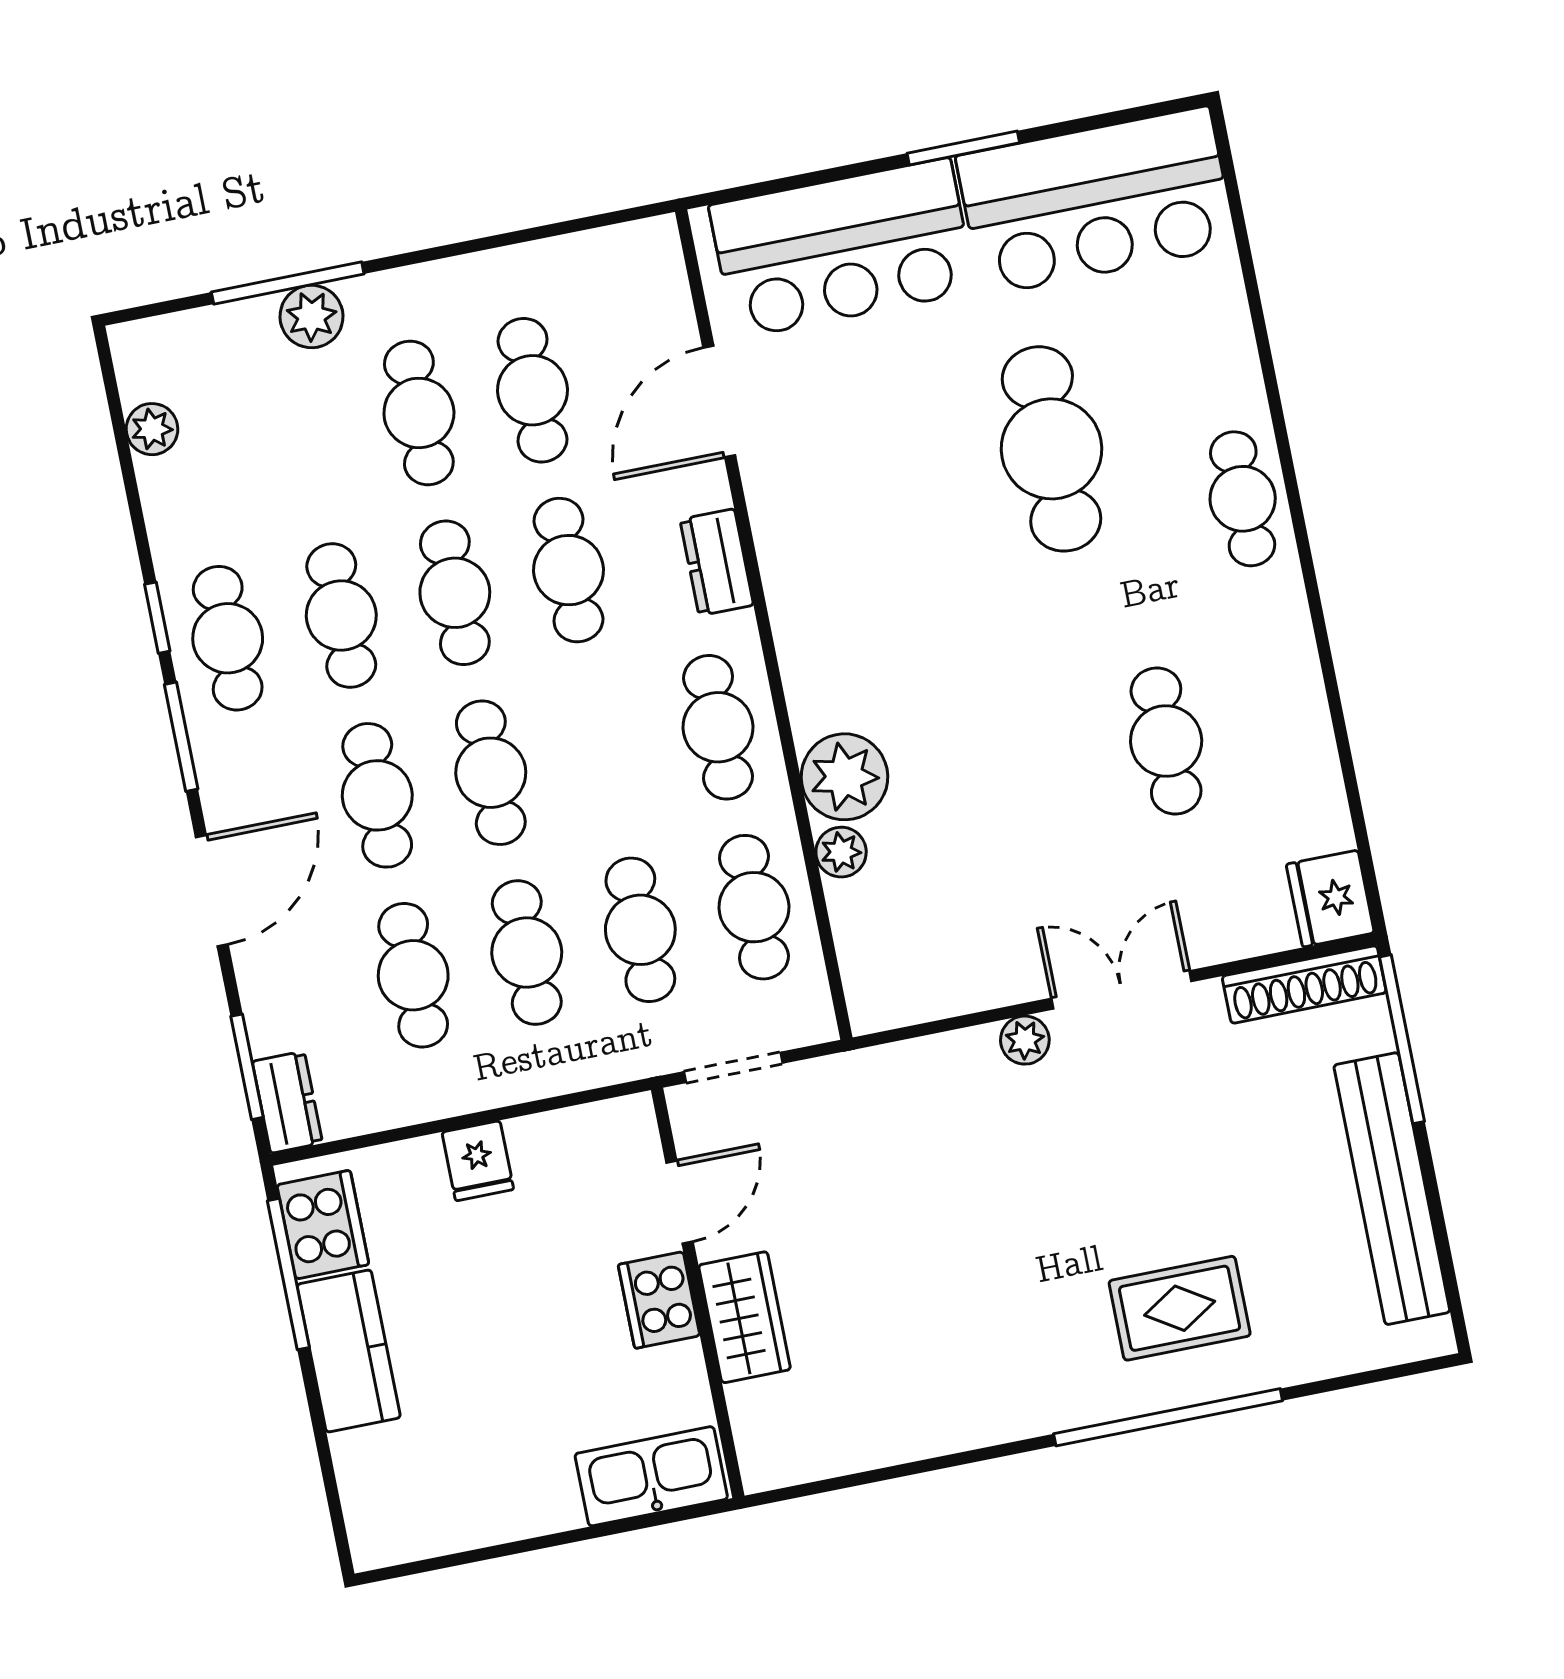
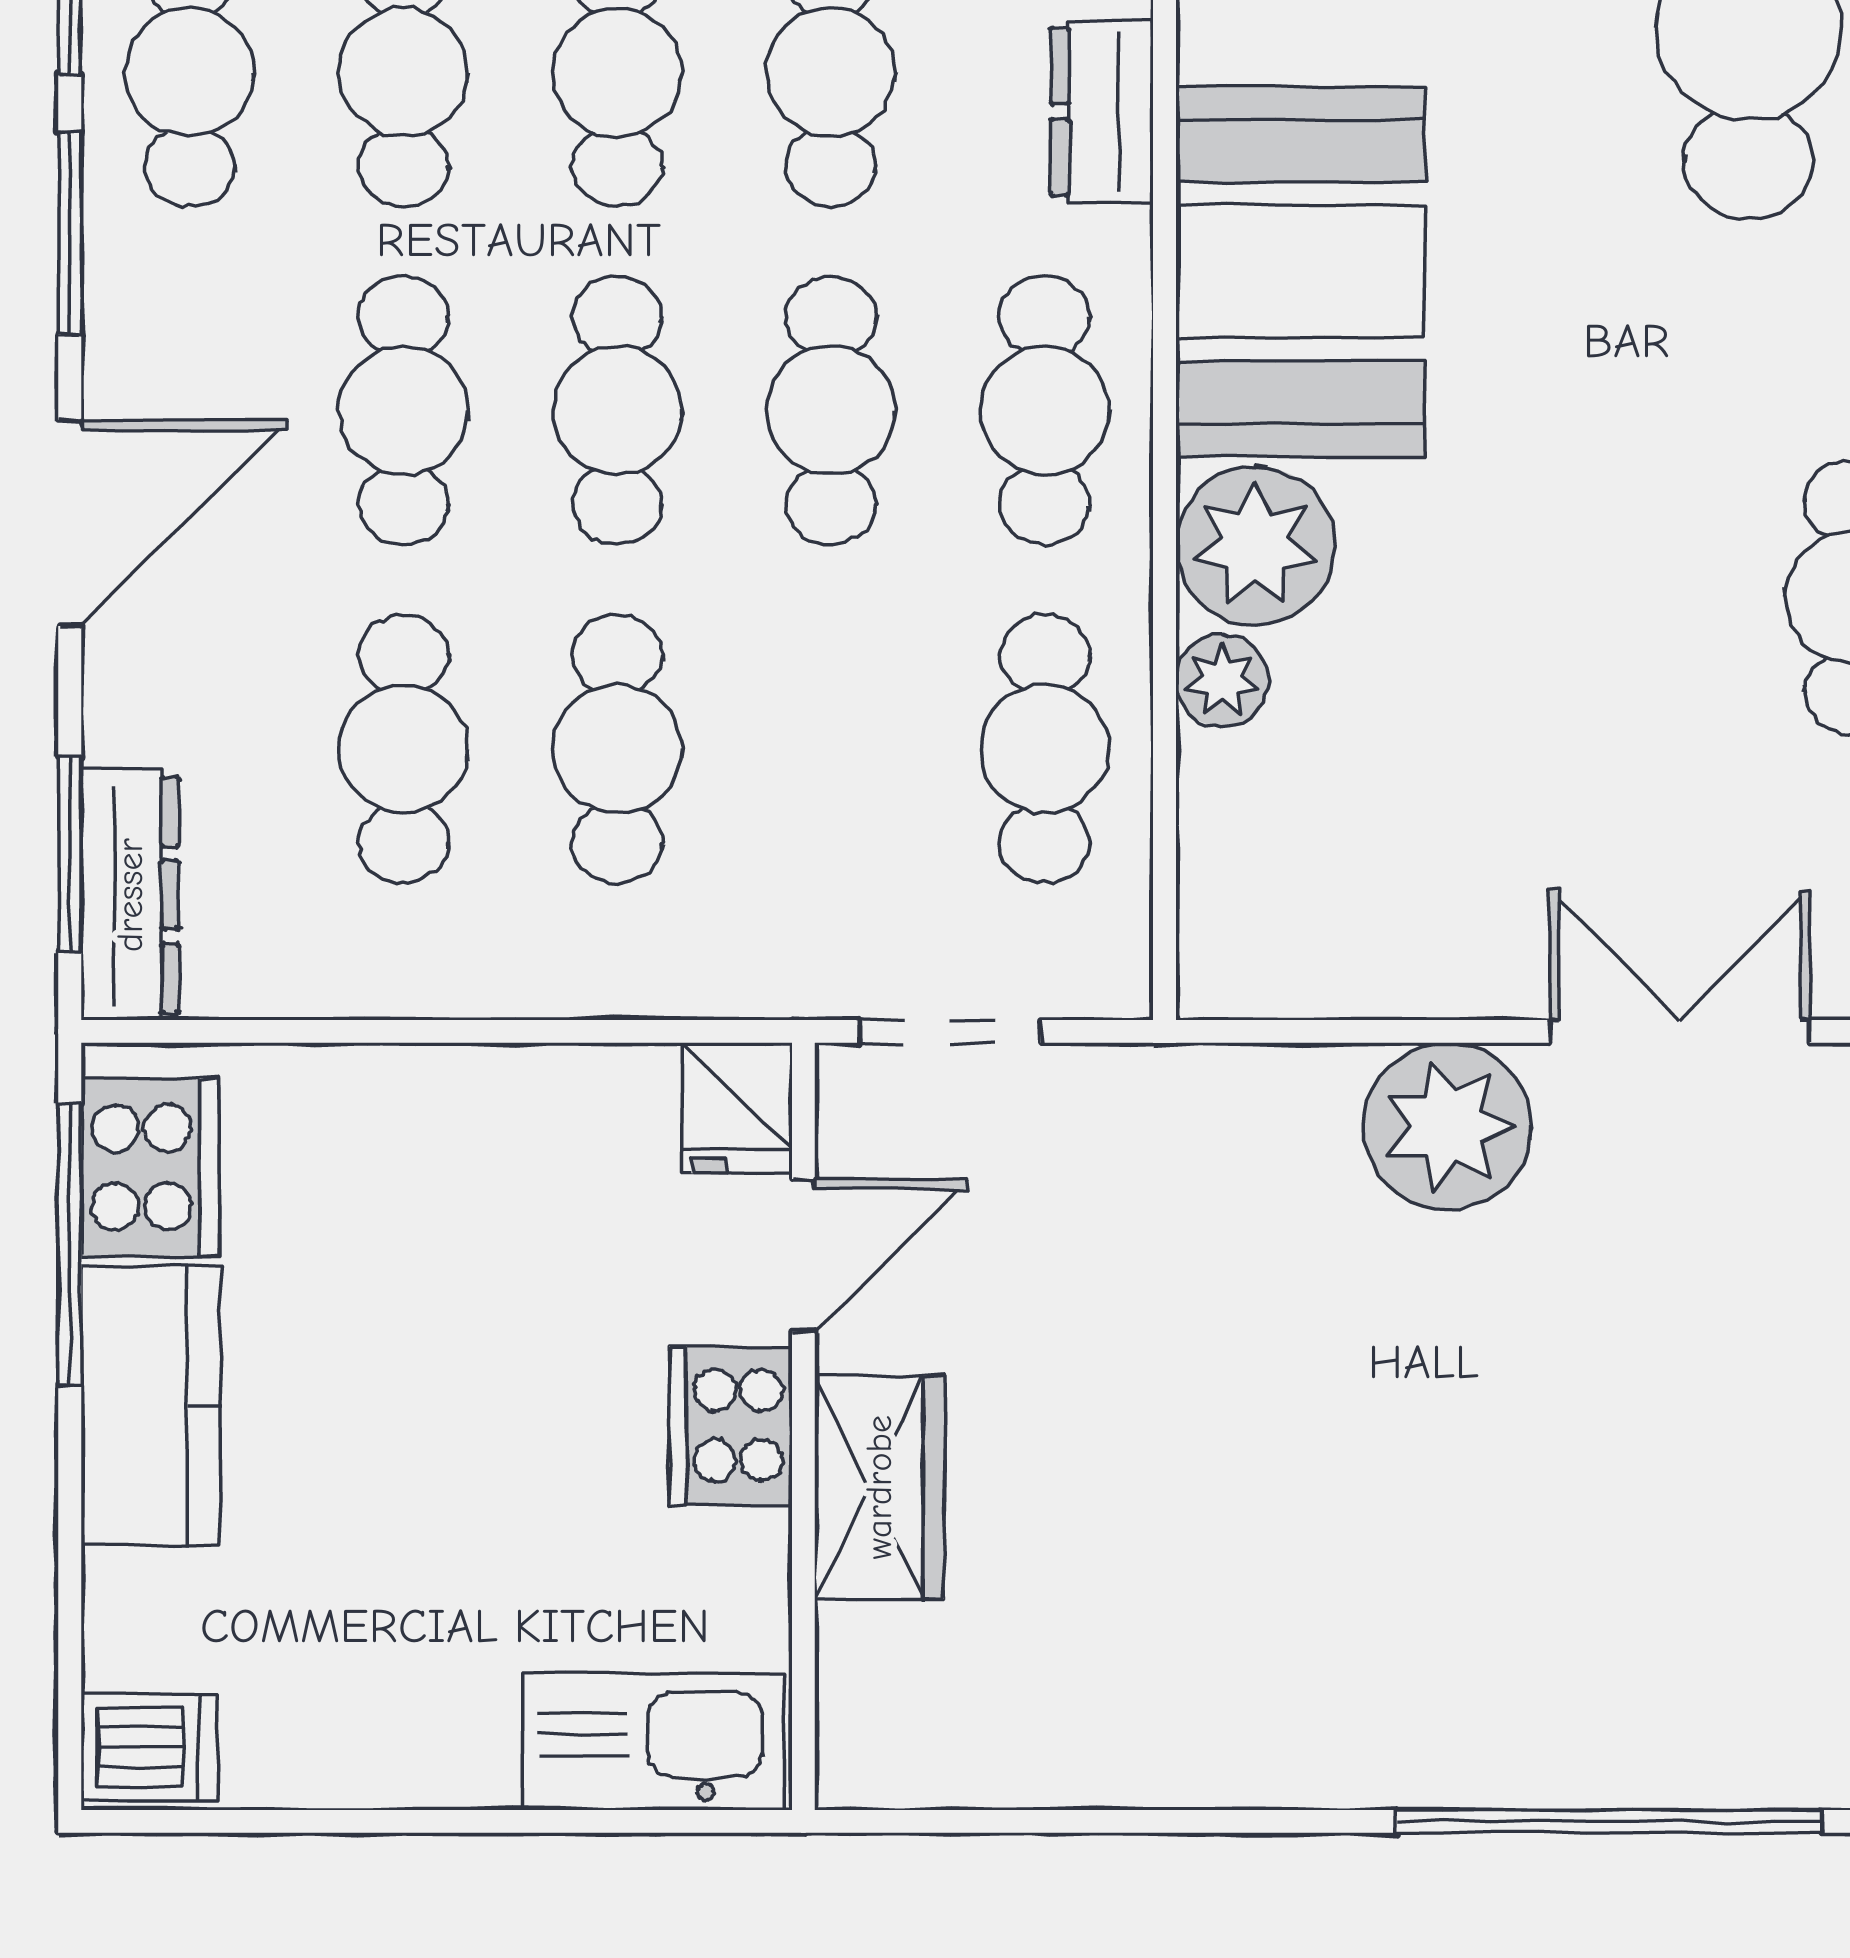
booth: (839, 626) -> (1300, 272), added
cafe table: (640, 930) -> (831, 410), moved
plant: (1025, 1040) -> (1448, 1126), width x1.87, depth x1.87
dresser: (287, 1102) -> (130, 895), width x1.44
fridge: (478, 1161) -> (737, 1108), moved
rug: (1180, 1308) -> (1670, 1628), removed
dishwasher: (384, 1533) -> (150, 1747), added

